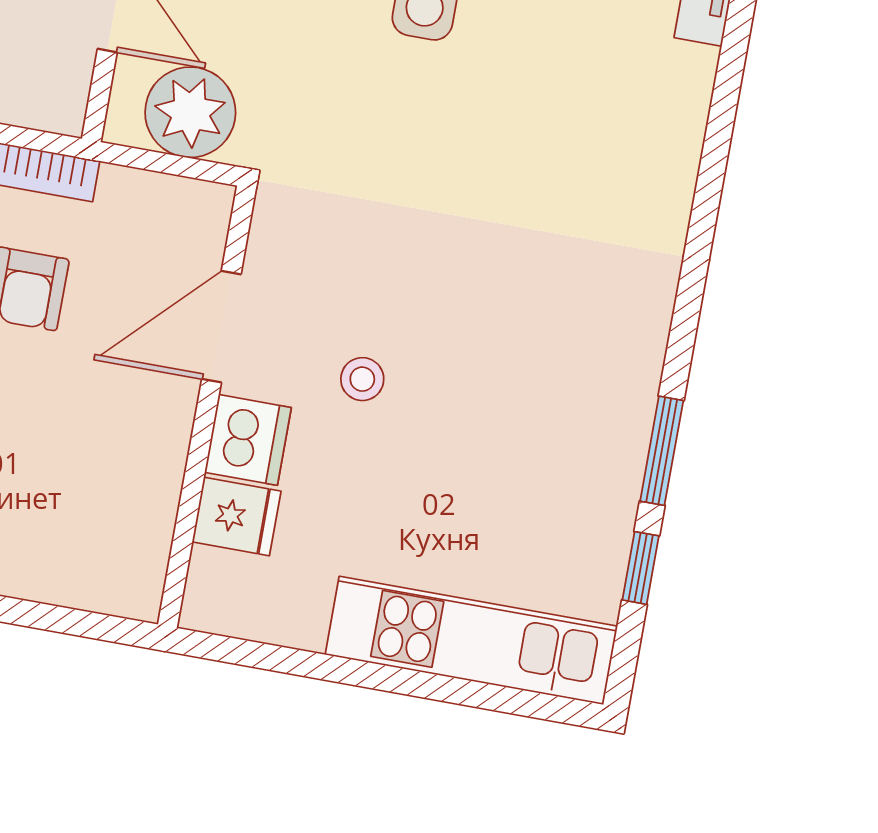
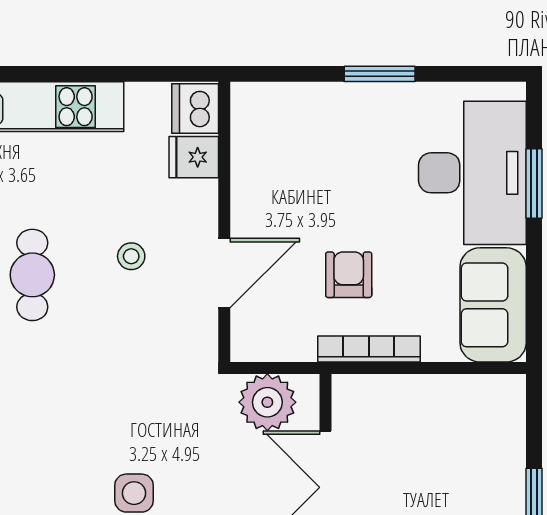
cafe table: (522, 378) -> (32, 275), added
dishwasher: (248, 440) -> (195, 109), moved

